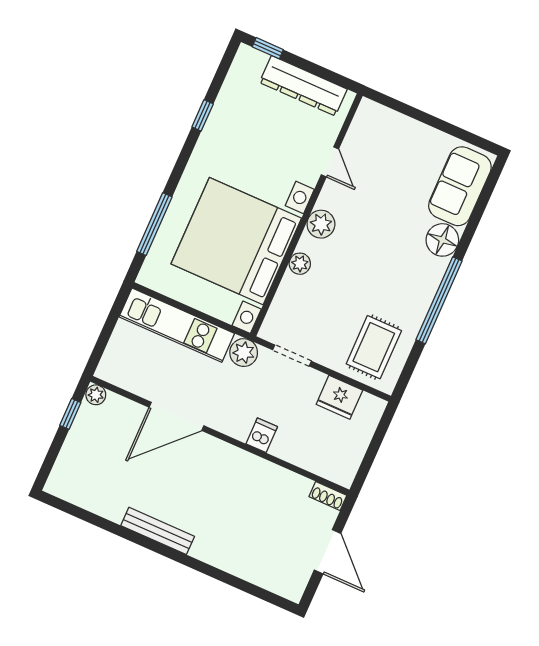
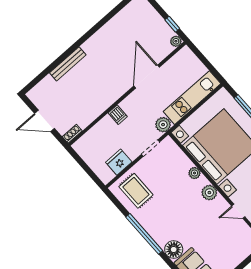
bench: (158, 531) -> (68, 64), moved

